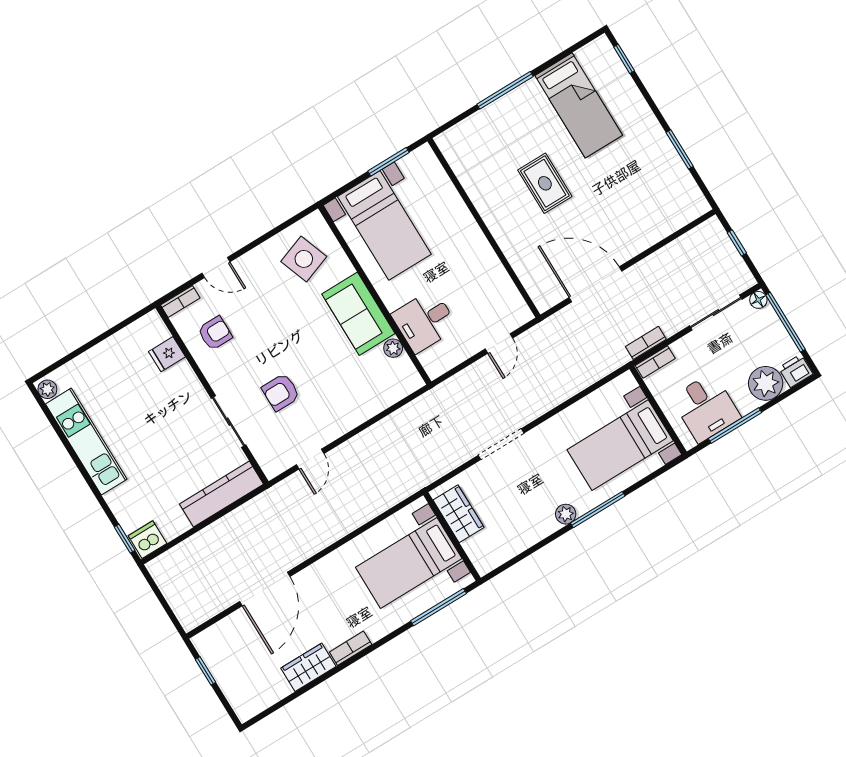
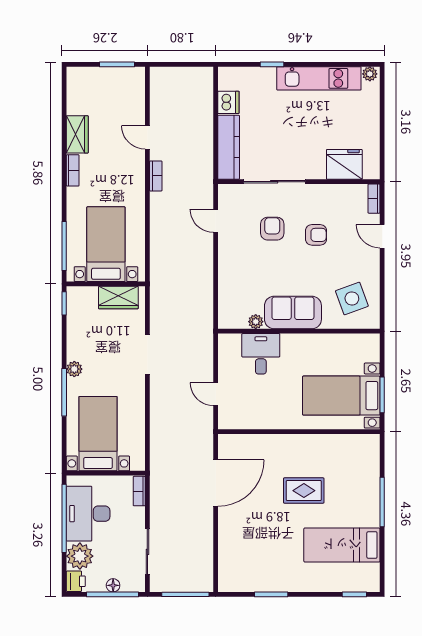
bed with nightstands: (384, 225) -> (341, 396), moved
window: (737, 243) -> (185, 594), width x2.17
door: (216, 267) -> (382, 236), hinge flipped
floor lamp: (758, 300) -> (113, 585), moved
armchair: (215, 333) -> (316, 235), moved, turned -90
bookcase: (646, 343) -> (156, 176), moved
fridge: (167, 354) -> (344, 164), width x1.88, depth x1.34
desk: (706, 408) -> (88, 514), width x1.37
sliding door: (229, 422) -> (274, 182), width x1.37
window: (735, 425) -> (64, 518), width x1.46
window: (125, 539) -> (272, 64), moved
dishwasher: (147, 540) -> (228, 102), moved
window: (501, 569) -> (64, 303), added
door: (265, 589) -> (147, 137), width x0.53
window: (206, 671) -> (117, 64), width x1.50

